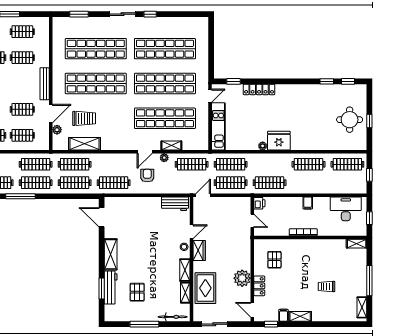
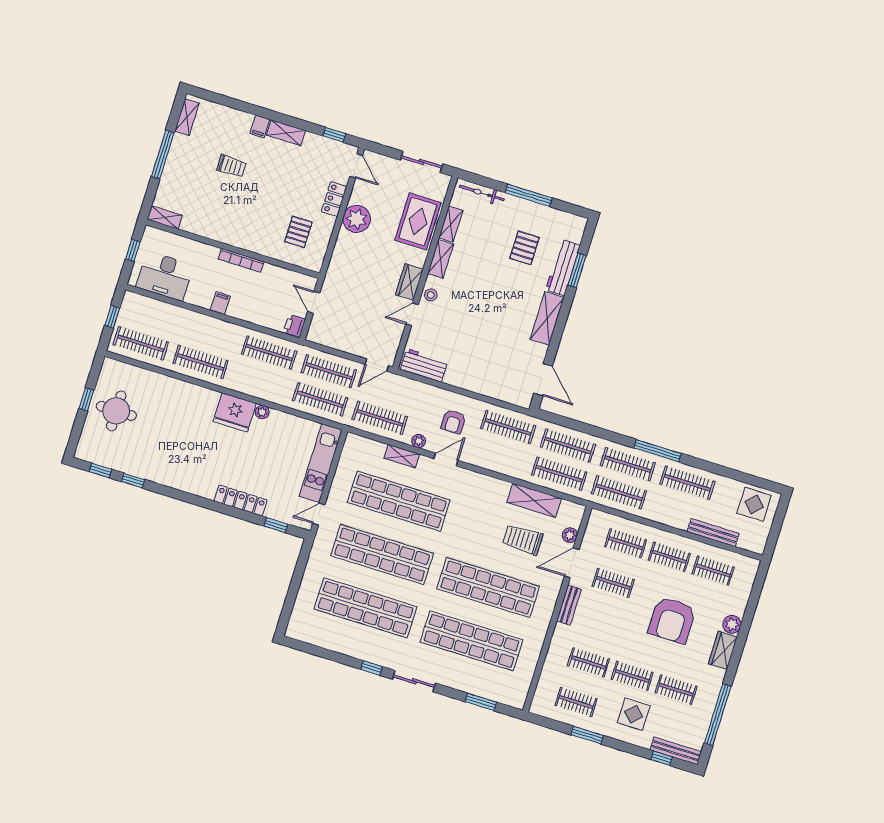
bench: (45, 84) -> (569, 605), width x0.73
filing cabinet: (283, 315) -> (260, 126), moved

